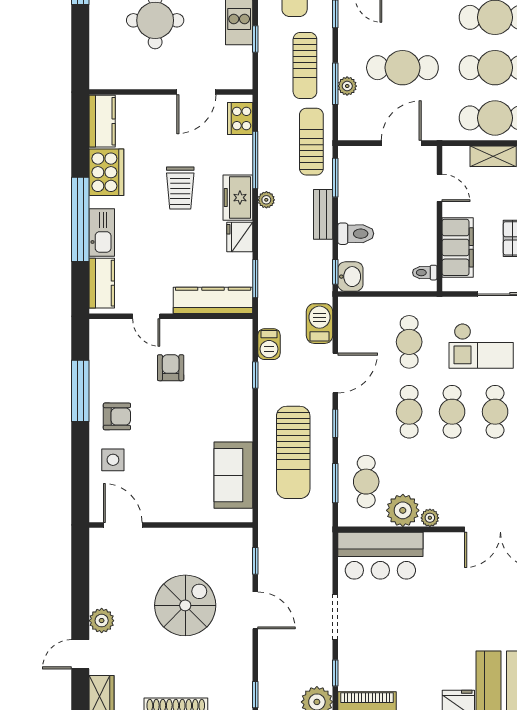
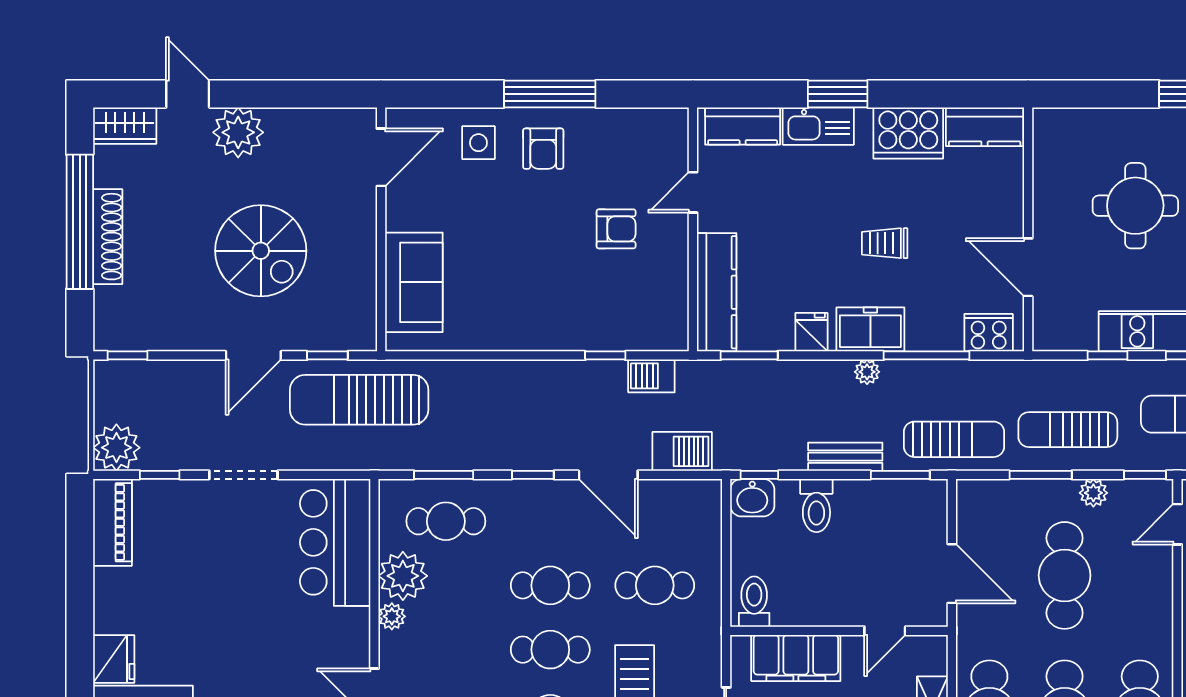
plant: (347, 86) -> (1093, 493), moved
trolley: (180, 188) -> (885, 243), width x0.73, depth x0.72
window: (80, 219) -> (838, 94), width x0.47
fridge: (240, 237) -> (811, 332), width x0.72
toilet: (425, 273) -> (754, 602), width x1.37, depth x1.39
window: (80, 391) -> (550, 94), moved
sun lounger: (293, 452) -> (359, 400), moved
sofa: (233, 475) -> (414, 282), moved, turned 90
plant: (102, 621) -> (238, 132), width x1.36, depth x1.36

